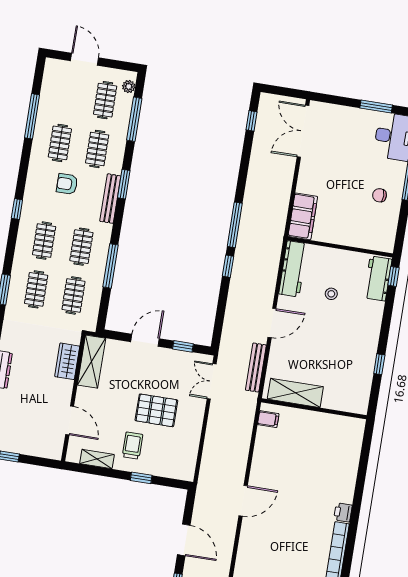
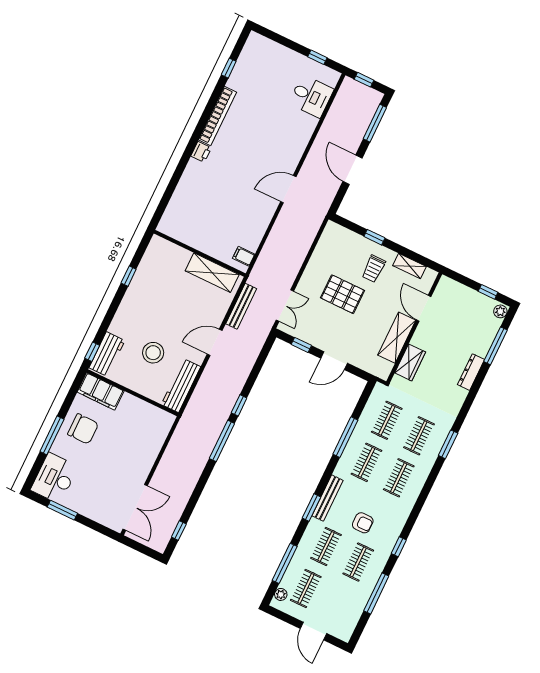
chair: (380, 195) -> (83, 429), width x1.87, depth x1.87
window: (17, 209) -> (399, 547), moved
filing cabinet: (303, 216) -> (101, 391), moved, turned -90
stool: (331, 294) -> (153, 353), width x1.89, depth x1.89
shelving: (92, 362) -> (397, 338), moved

